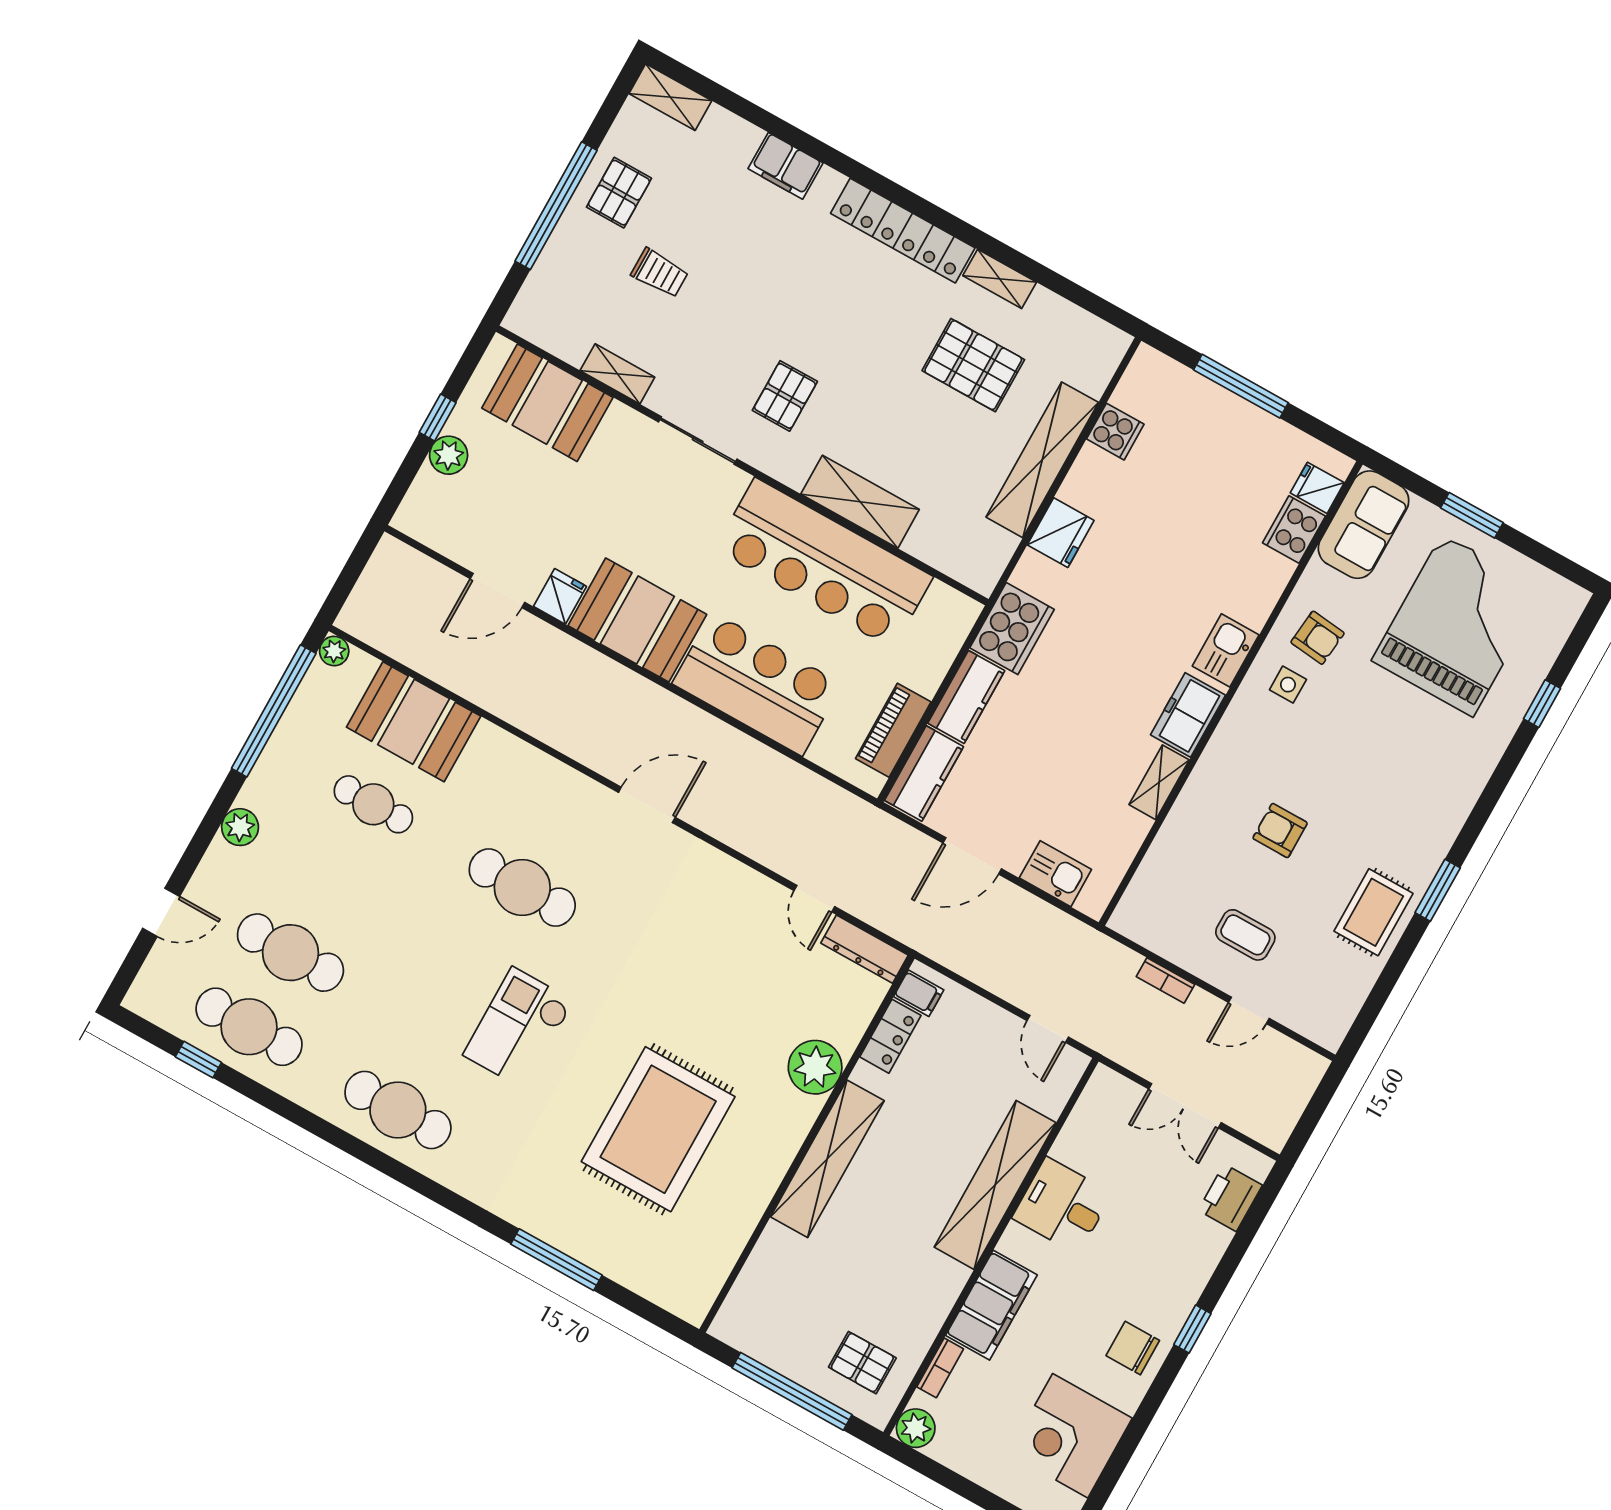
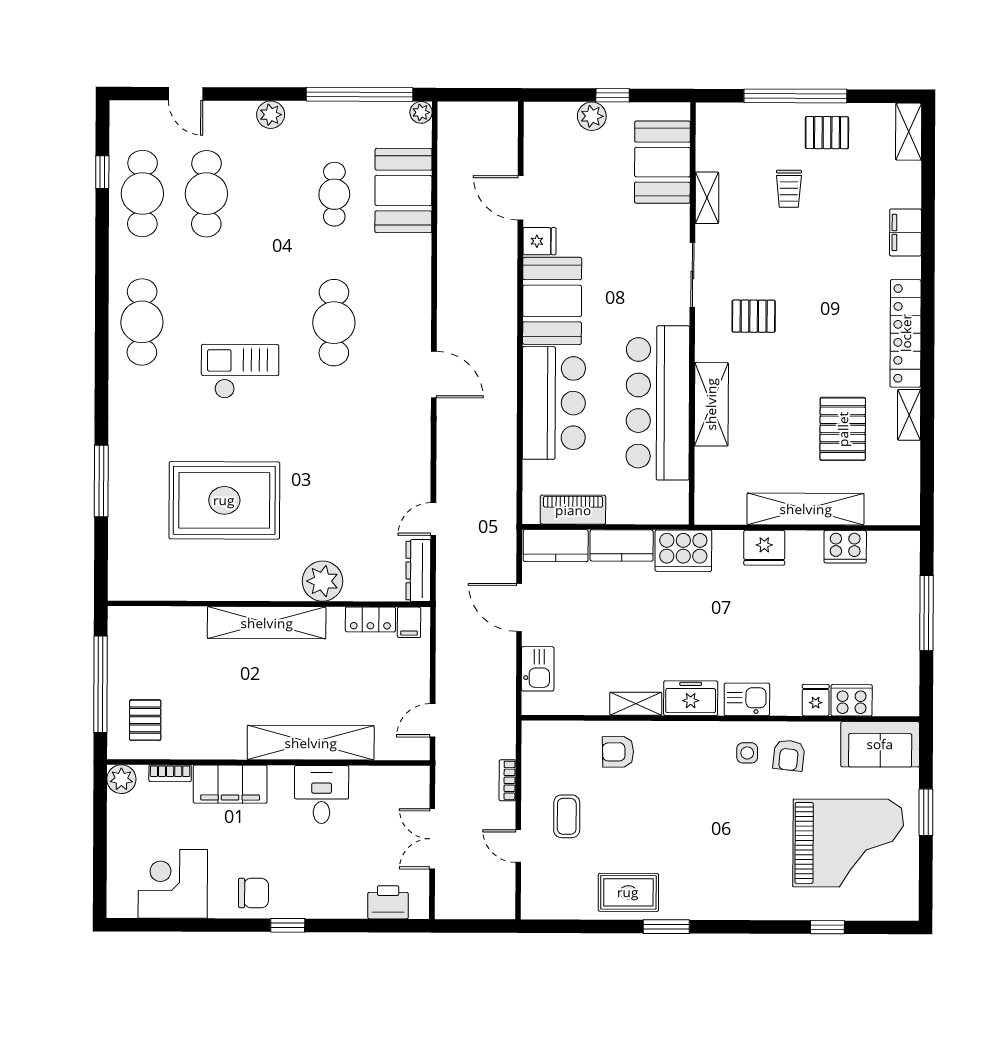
cooker: (1115, 432) -> (845, 547), width x1.36
fridge: (1317, 488) -> (816, 700), moved
armchair: (1280, 831) -> (618, 752), moved, turned -91
chair: (1133, 1348) -> (253, 893), turned 90

